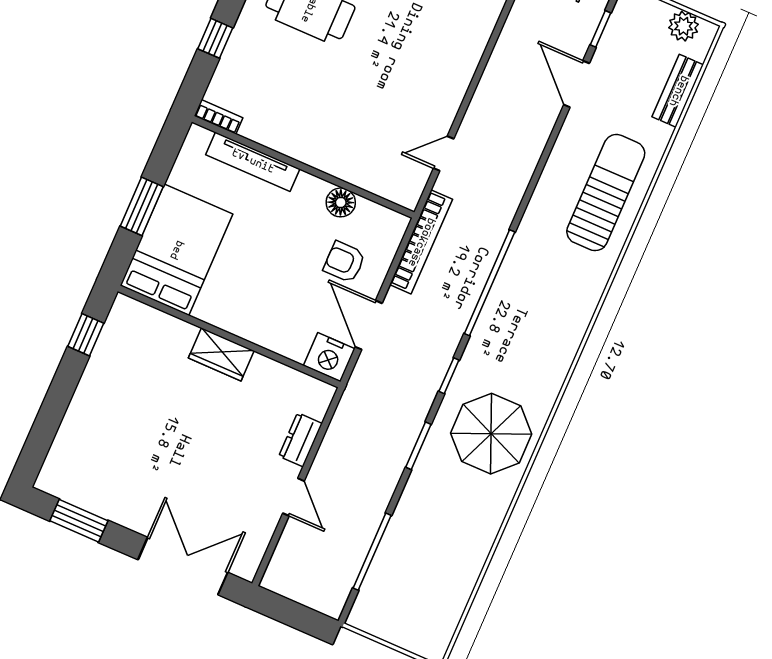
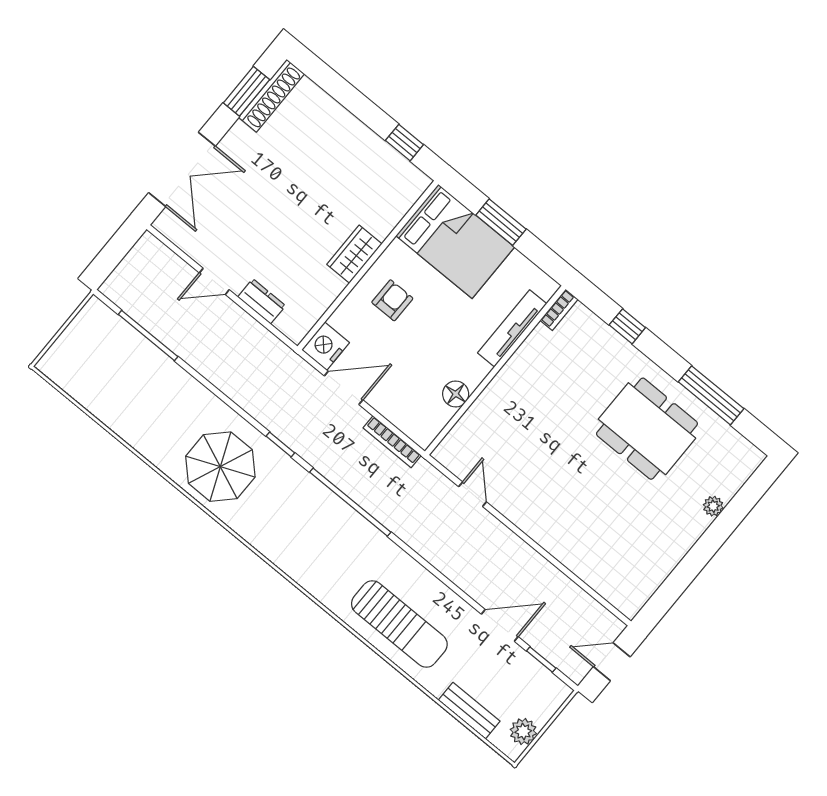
bookcase: (421, 242) -> (392, 442), width x0.68, depth x0.76
armchair: (344, 262) -> (392, 300), moved
window: (418, 446) -> (228, 401), removed
shoe rack: (76, 492) -> (272, 96), added

